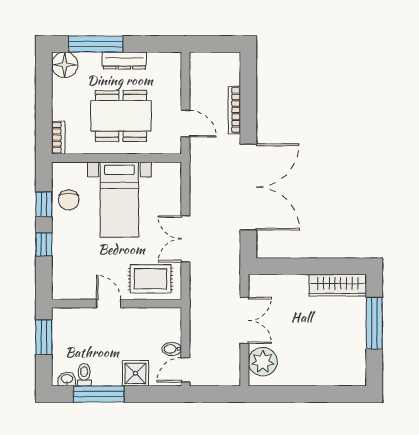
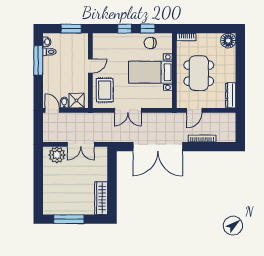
window: (96, 44) -> (240, 59), removed
dresser: (124, 60) -> (231, 95), moved
double door: (185, 239) -> (128, 110), swing flipped
window: (374, 323) -> (69, 219), moved
shower: (135, 373) -> (76, 101), moved

